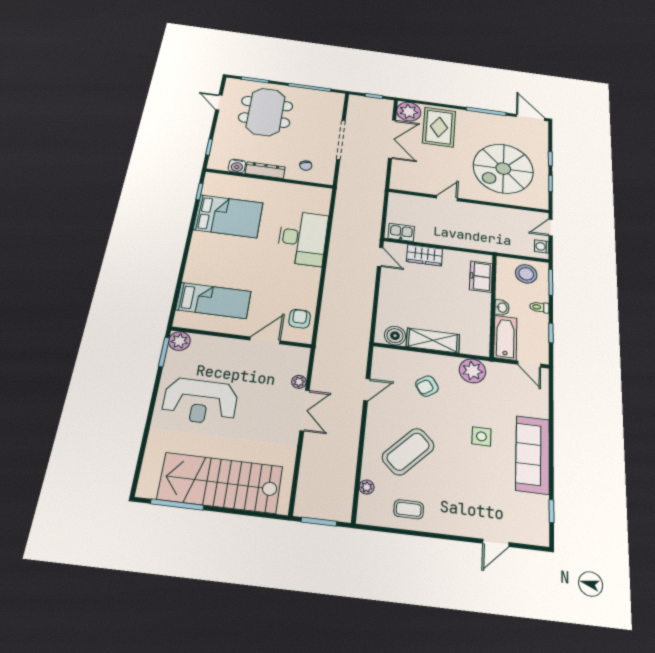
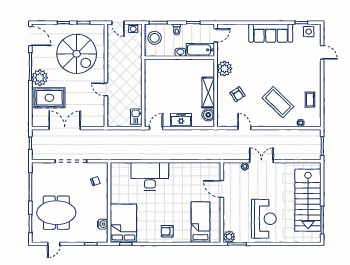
plant: (409, 112) -> (40, 78), moved
door: (530, 117) -> (30, 36), swing flipped
dresser: (265, 170) -> (103, 206), removed
bed: (228, 216) -> (123, 223), moved
wardrobe: (425, 255) -> (151, 101), removed
freezer: (481, 277) -> (181, 120), moved, turned 180
armchair: (300, 319) -> (167, 231), moved
side table: (481, 436) -> (309, 32), moved

